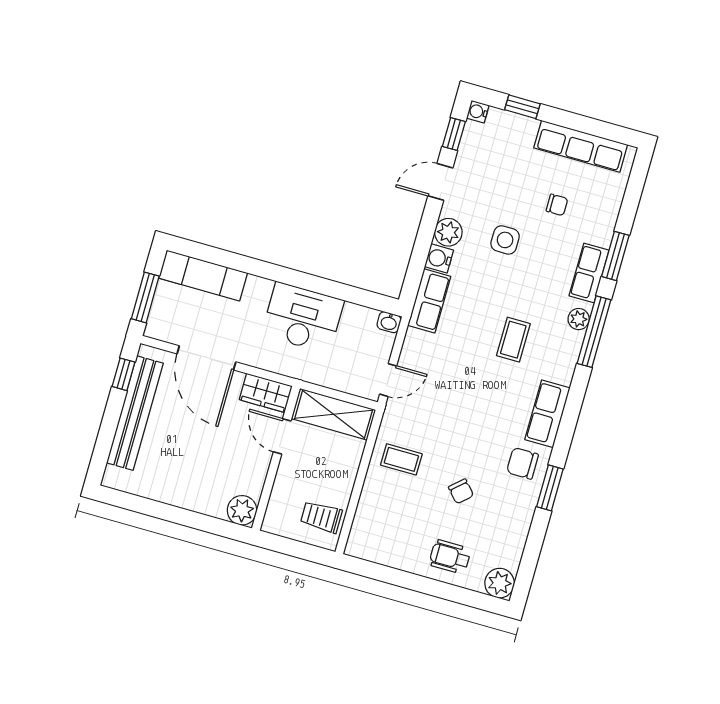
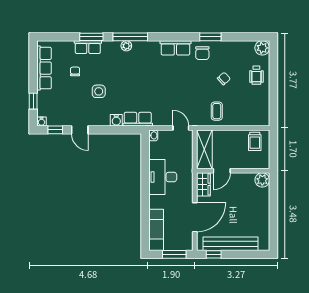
plant: (448, 232) -> (103, 119), removed
row of seats: (589, 273) -> (88, 47), moved
coffee table: (513, 340) -> (145, 74), removed

